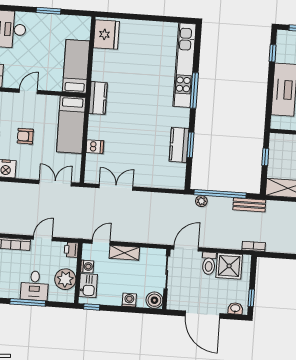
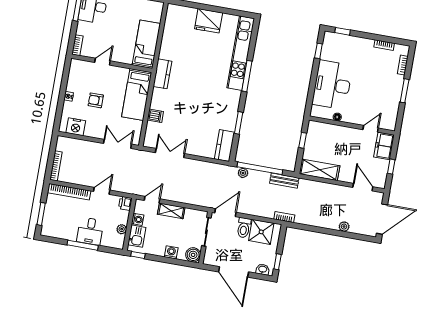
fridge: (106, 35) -> (209, 21), moved, turned 90
kitchen counter: (179, 145) -> (224, 146), moved
plant: (65, 279) -> (122, 229), width x0.53, depth x0.53

